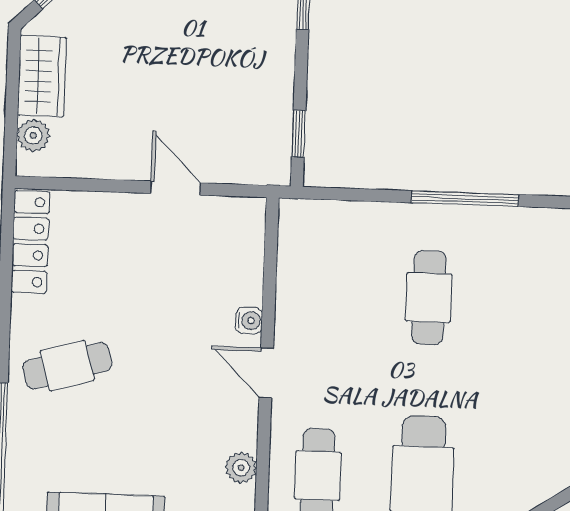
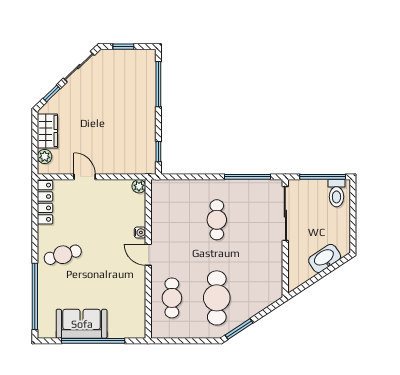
door: (176, 188) -> (85, 177), moved
window: (465, 199) -> (248, 177), moved
plant: (241, 468) -> (139, 186), moved

